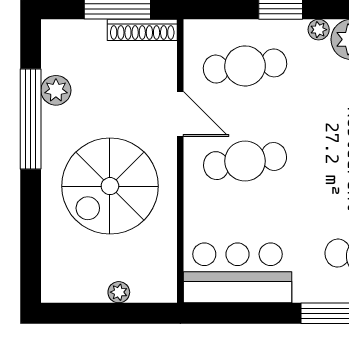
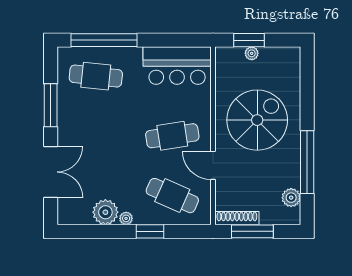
cafe table: (245, 66) -> (172, 196), turned 30
plant: (56, 90) -> (291, 198), moved
window: (123, 313) -> (249, 40), added

